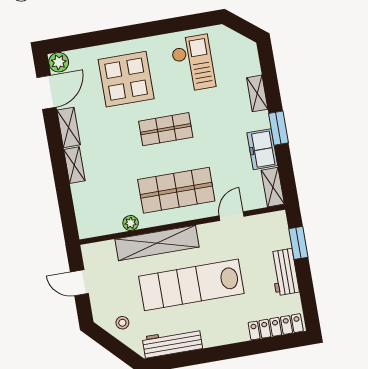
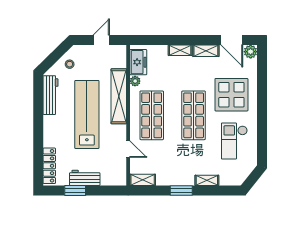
checkout: (193, 63) -> (234, 141), turned 90
shop shelf: (166, 129) -> (194, 115), width x1.43, depth x1.36
freezer: (262, 149) -> (138, 62), moved, turned 90
window: (298, 243) -> (75, 191), moved

